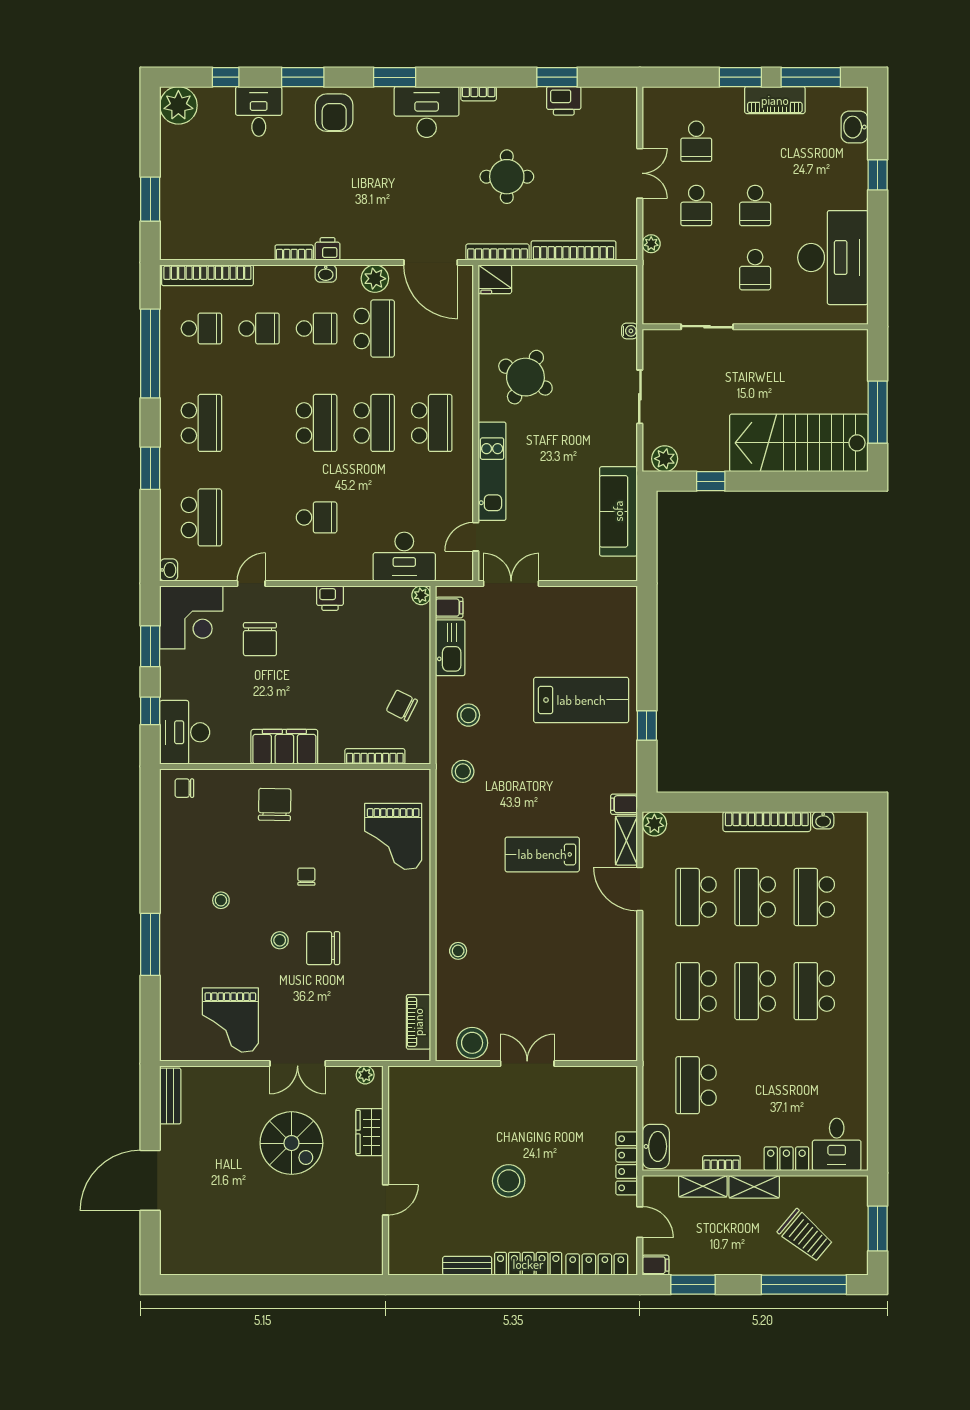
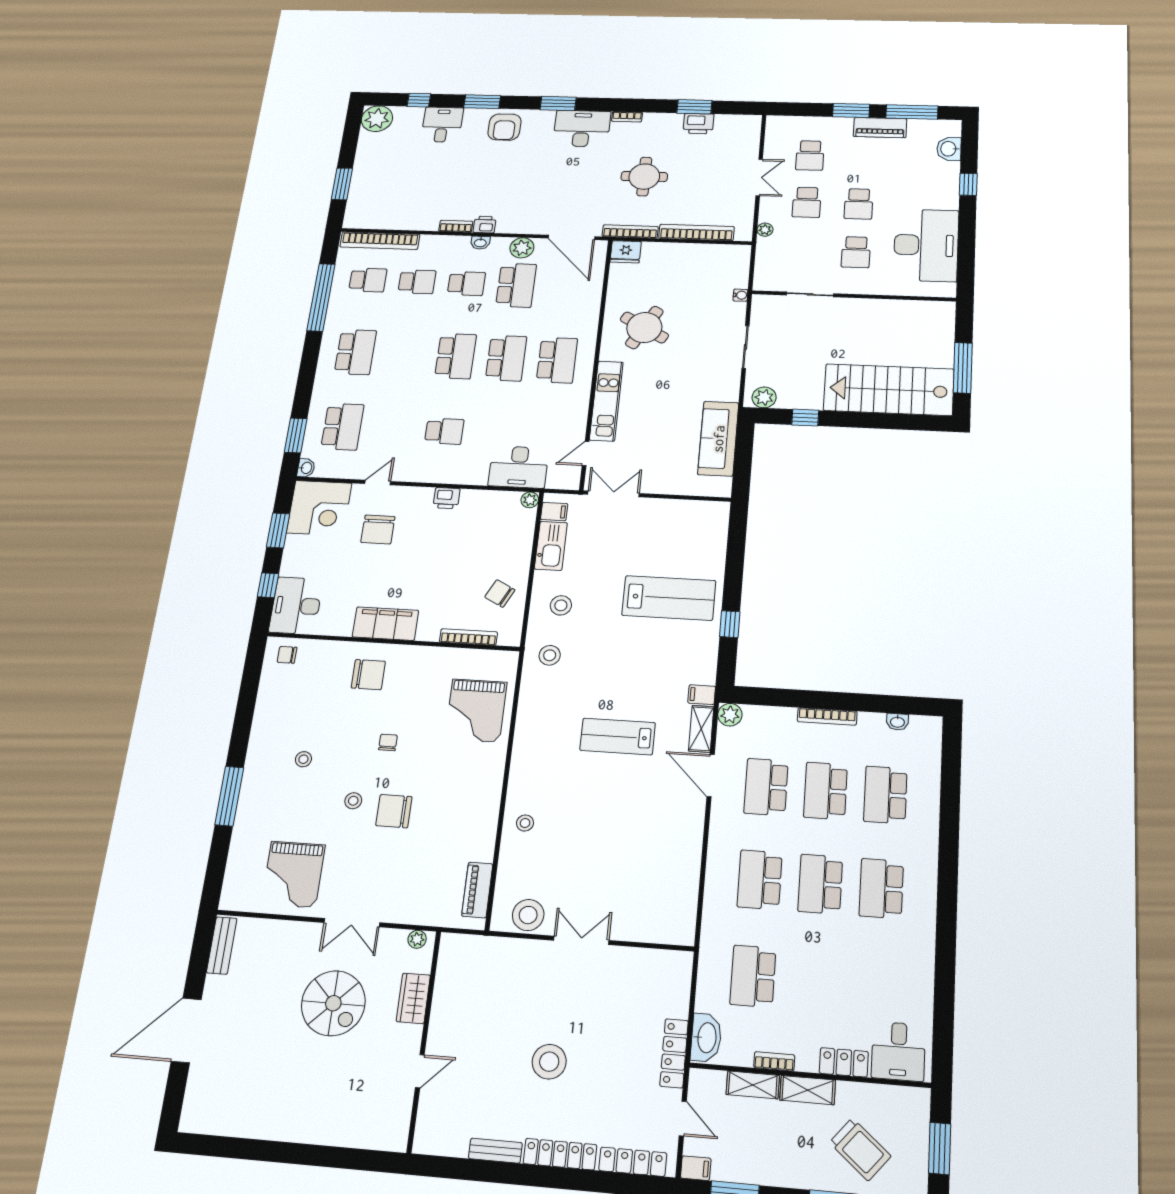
window: (150, 468) -> (296, 435), moved
chair: (275, 805) -> (368, 675), turned 89
bookcase: (767, 822) -> (827, 716), width x0.68, depth x0.76

